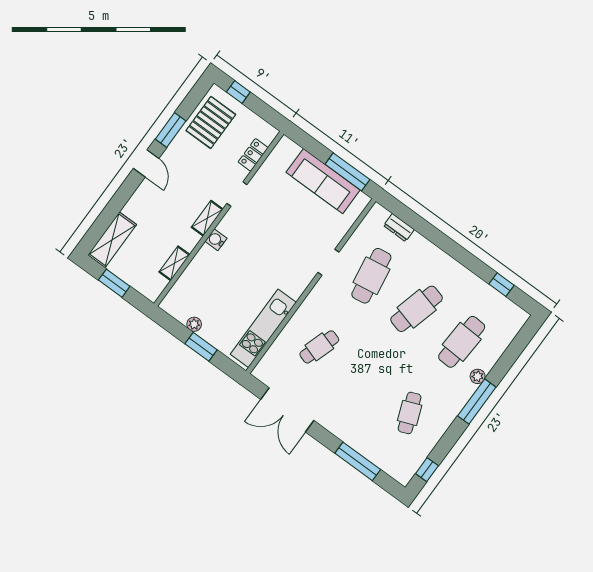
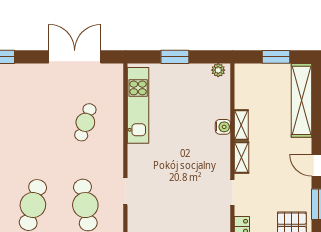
shelving: (112, 240) -> (301, 100), width x1.47
water cooler: (216, 240) -> (223, 127), moved
shelving: (174, 263) -> (241, 125), moved
plant: (194, 324) -> (218, 70), moved

